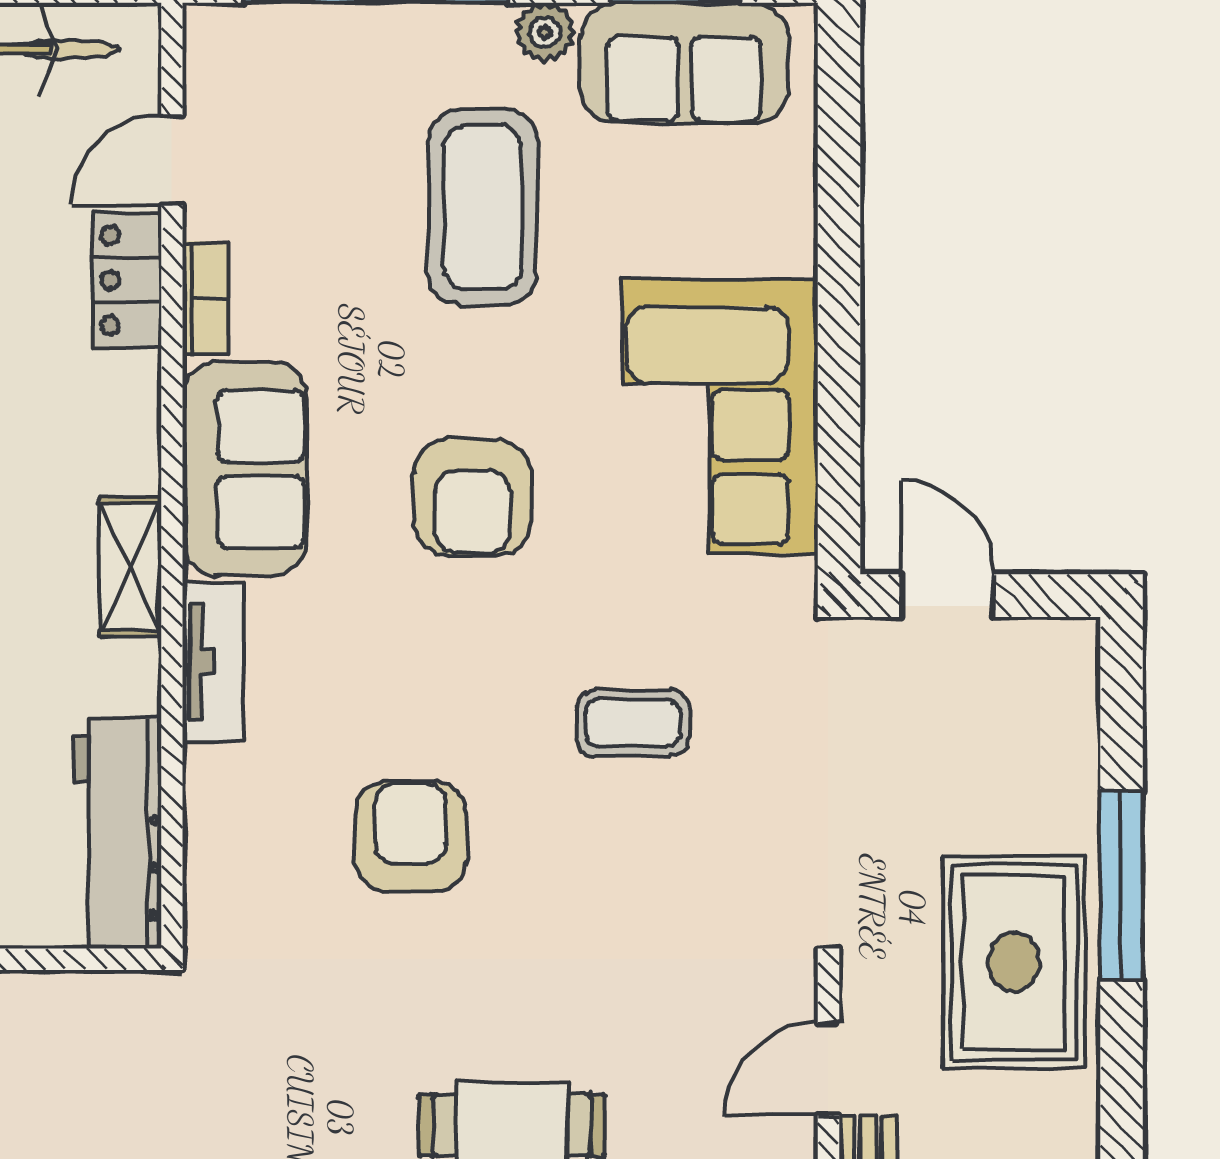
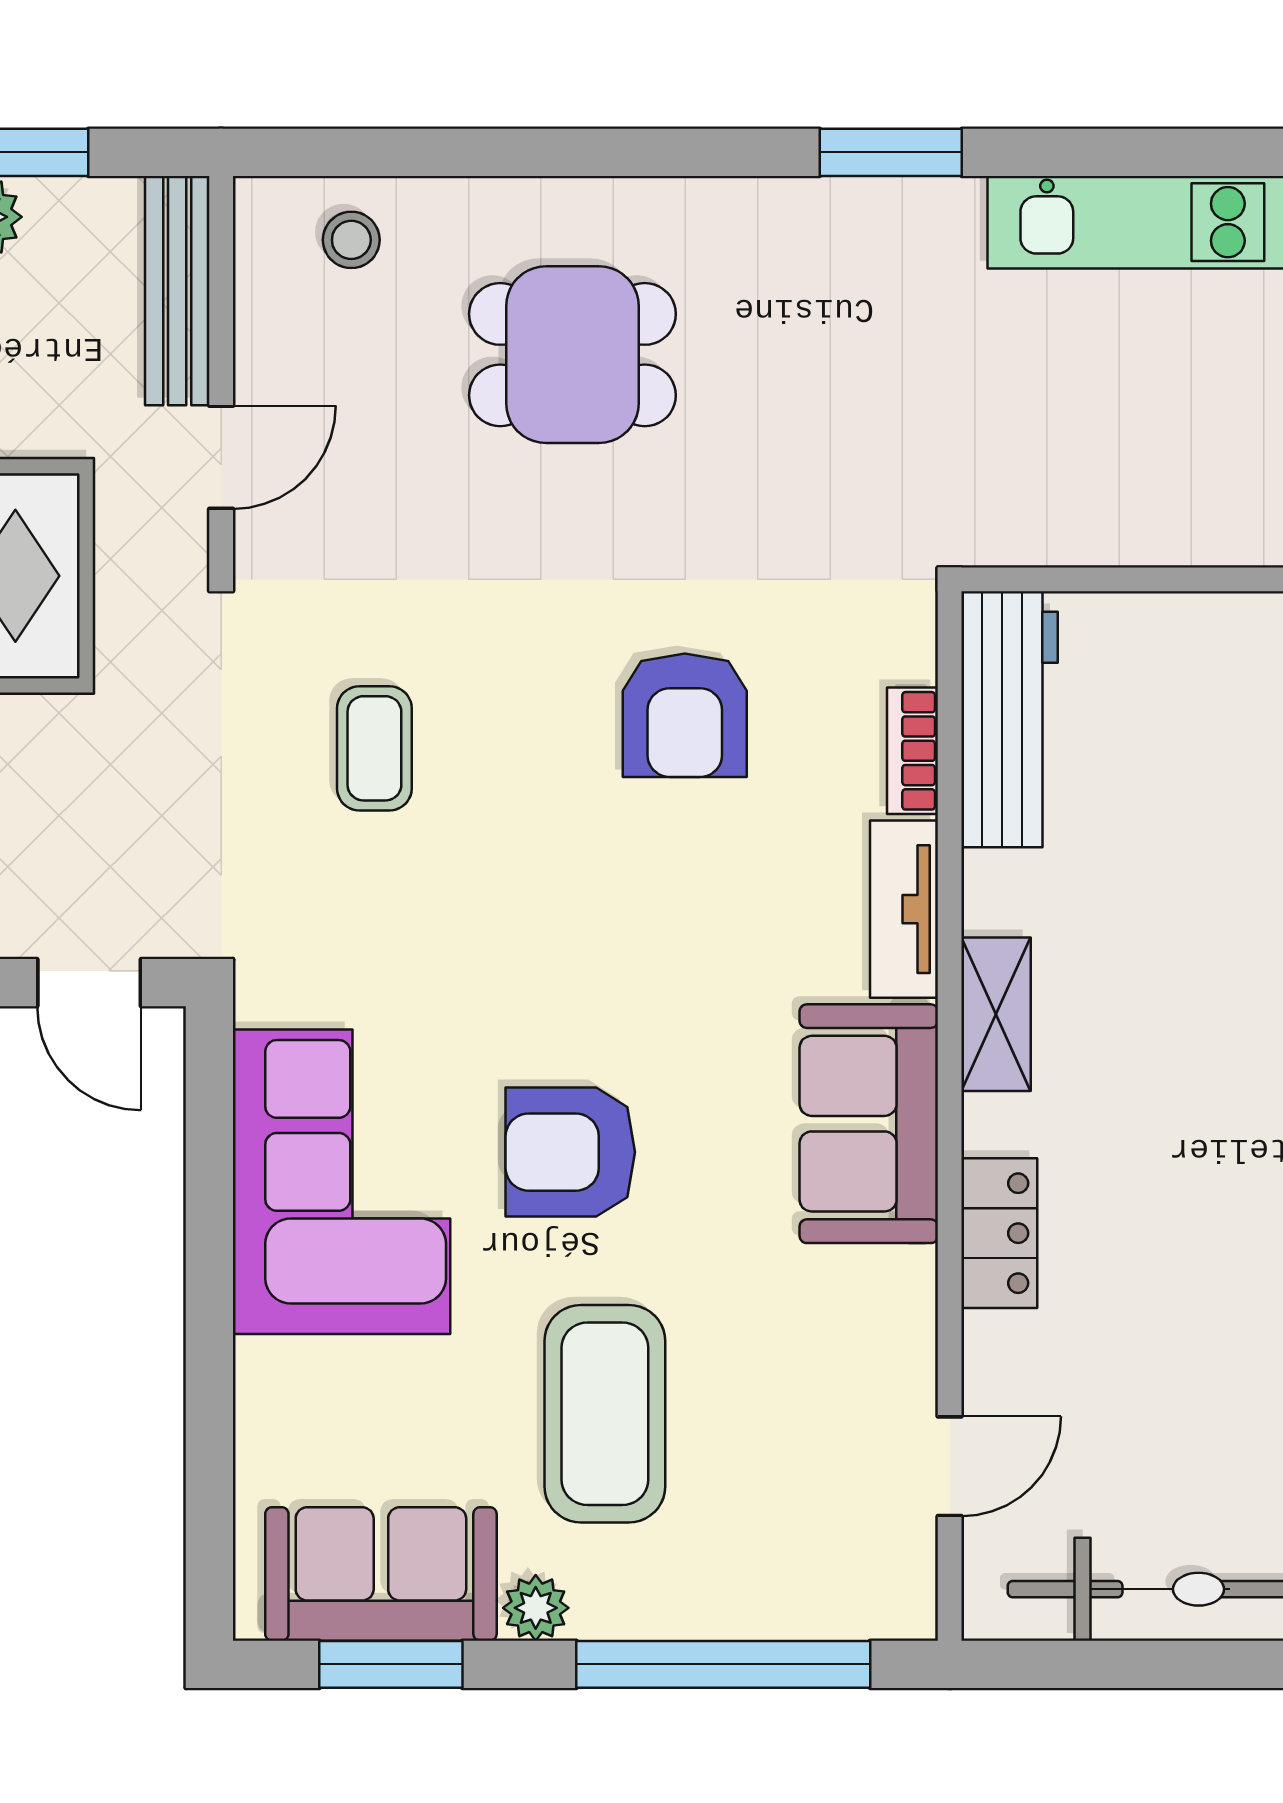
locker: (127, 280) -> (999, 1233), moved
bookcase: (205, 298) -> (913, 751), moved
armchair: (472, 498) -> (570, 1152), moved, turned -90
coffee table: (633, 723) -> (374, 748), moved, turned 90

